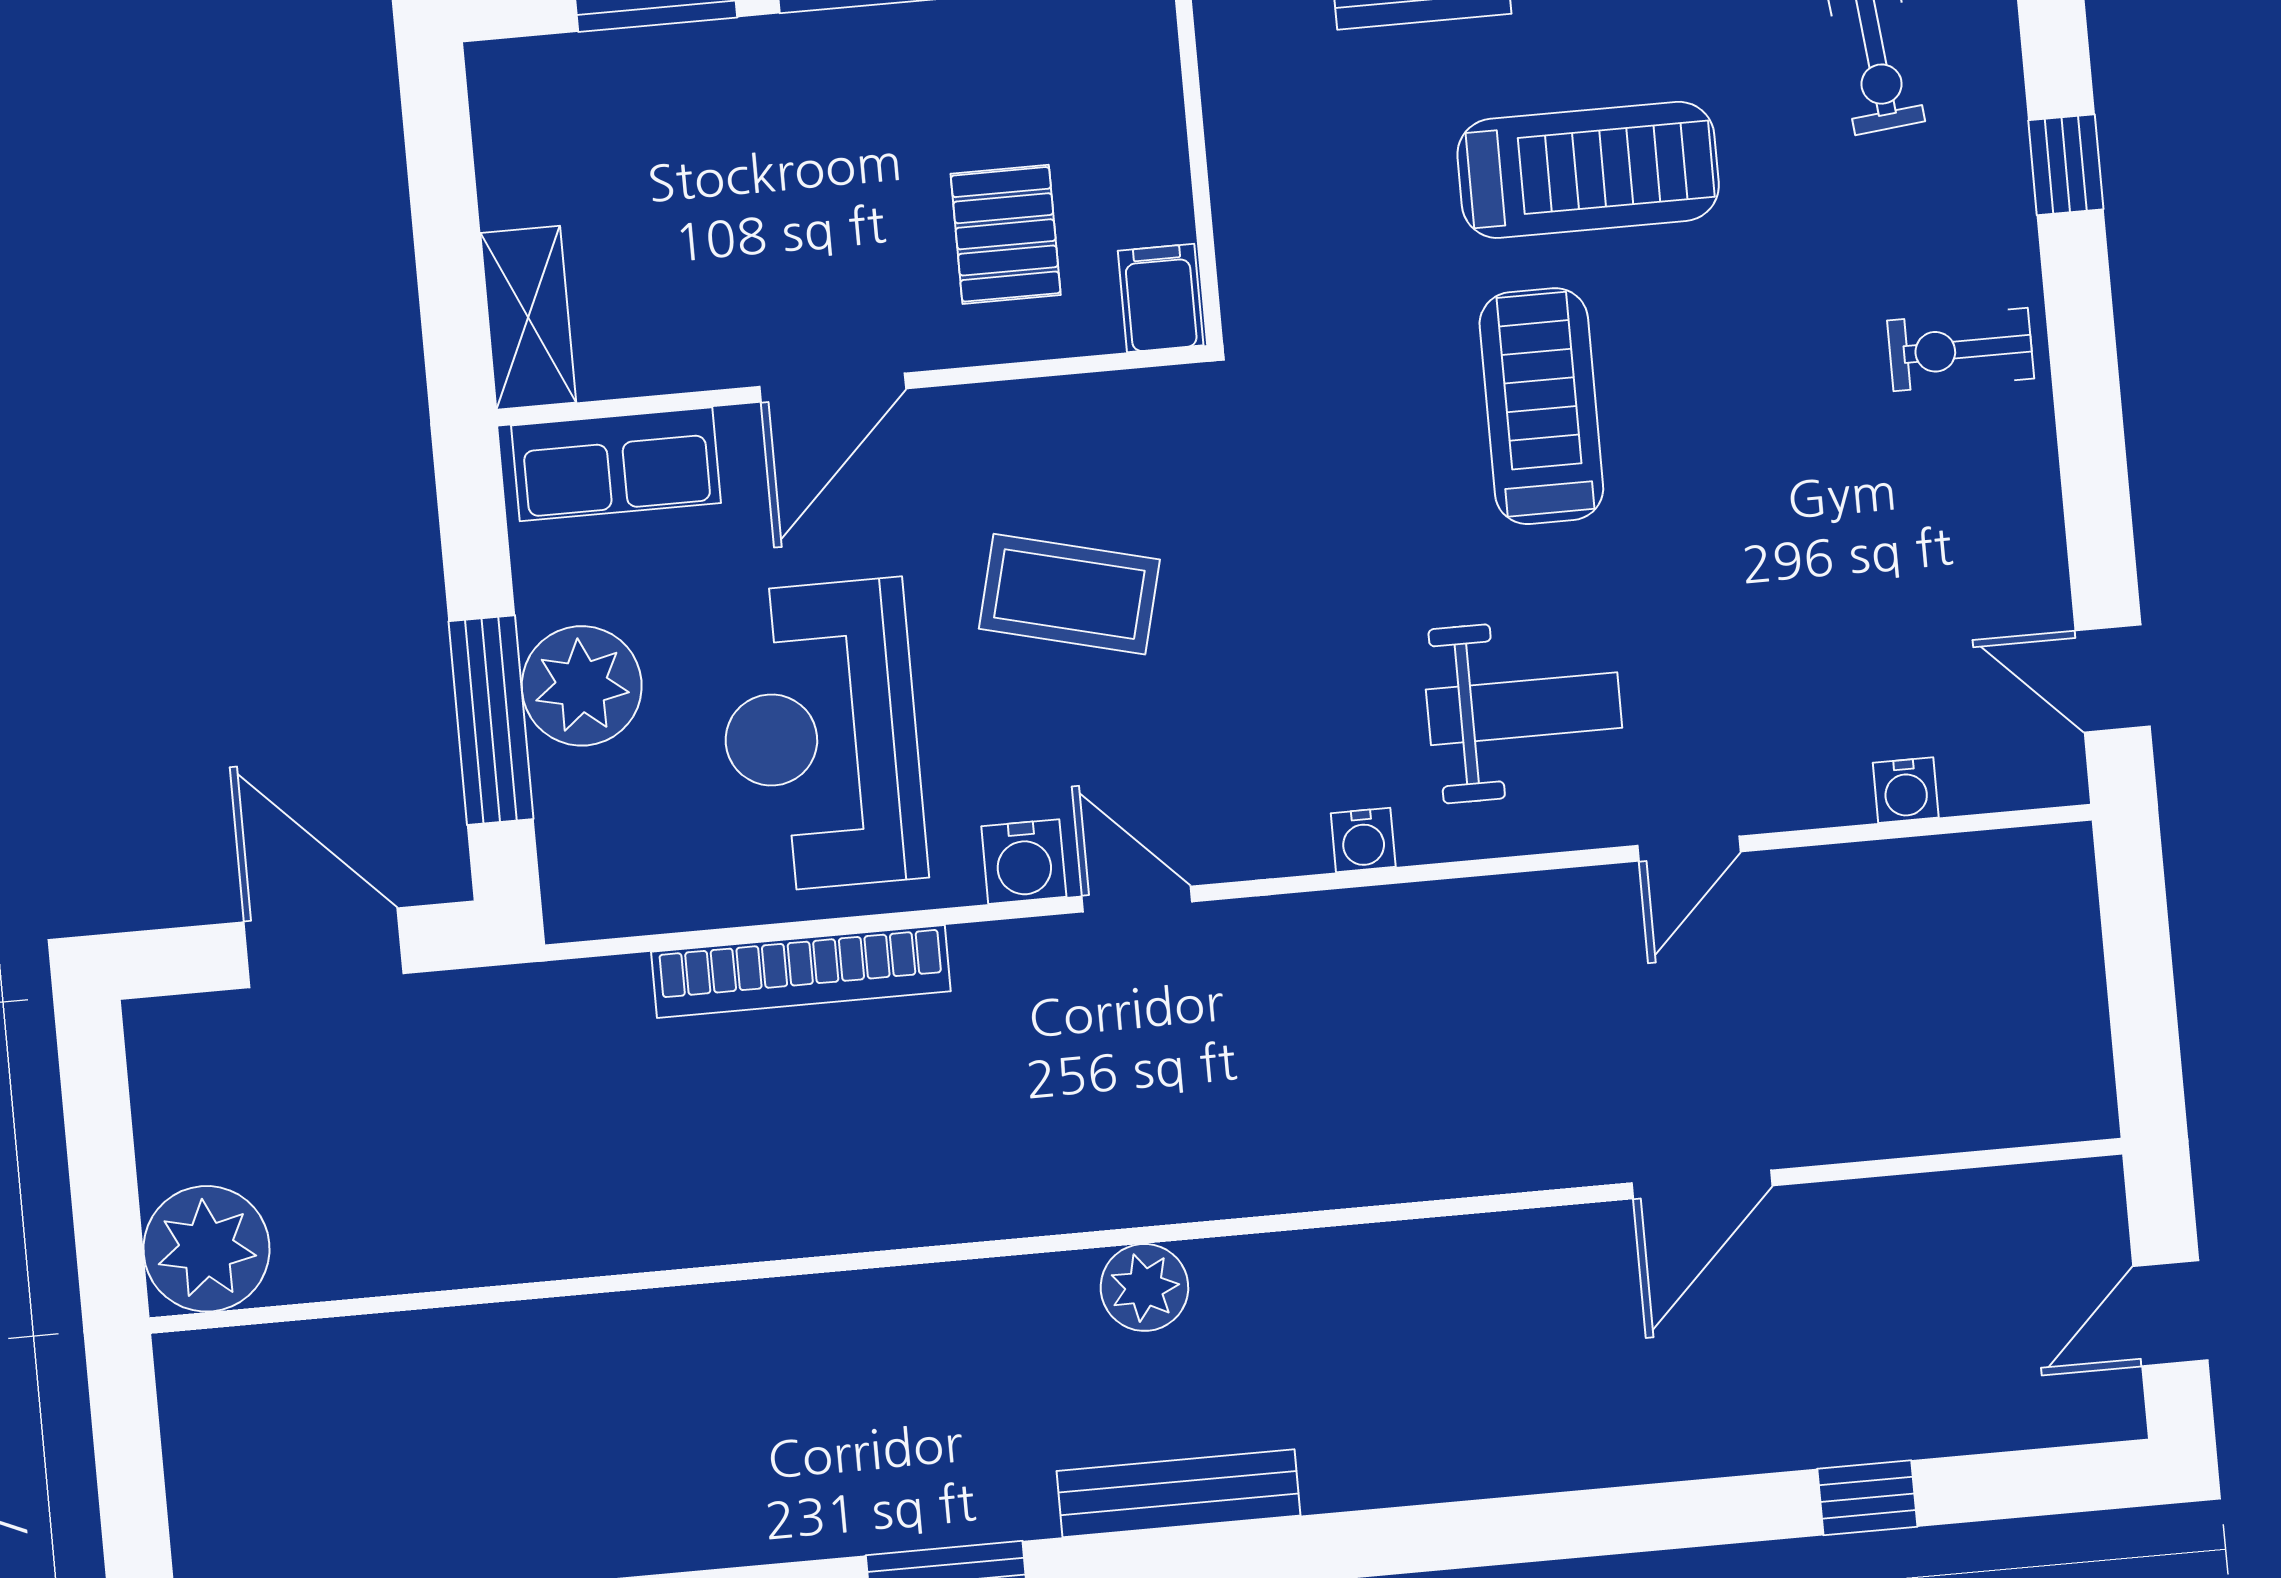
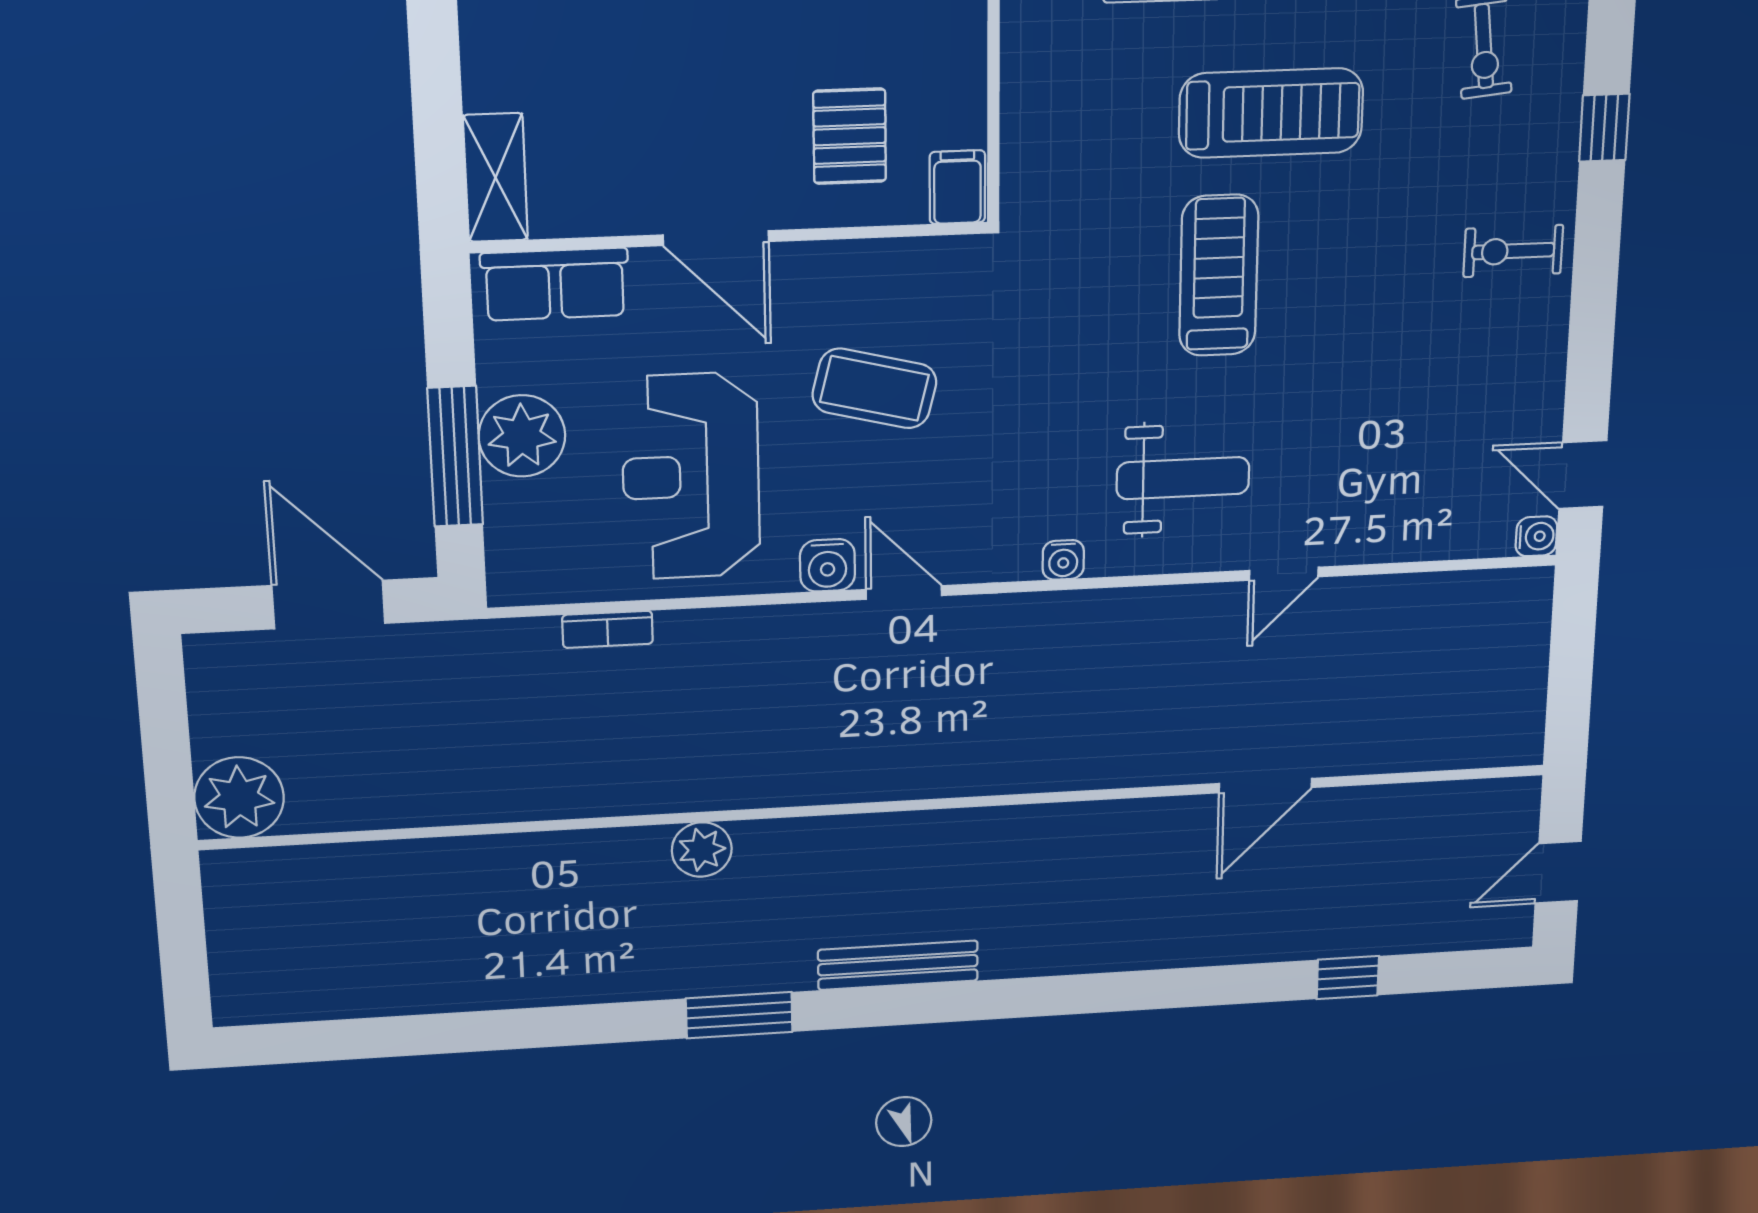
door: (833, 388) -> (716, 238), hinge flipped
water cooler: (1906, 790) -> (1536, 536), moved, turned -90
bookcase: (801, 972) -> (608, 629), width x0.43, depth x0.76
plant: (1144, 1287) -> (702, 850), moved

